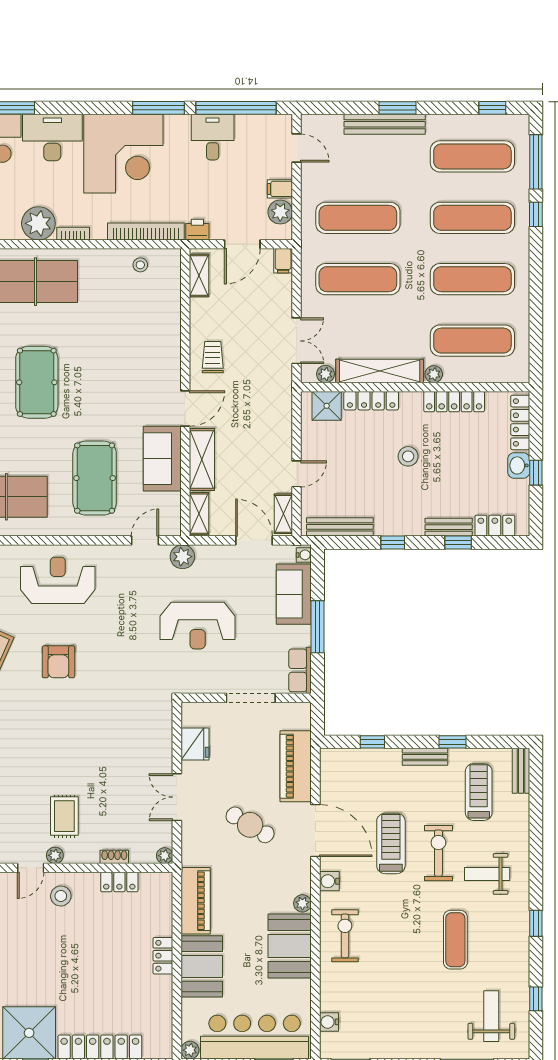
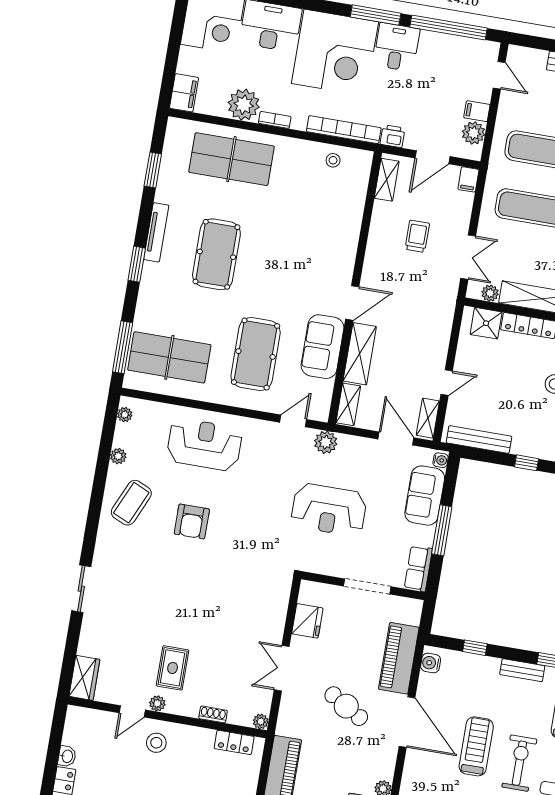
desk: (213, 137) -> (397, 47), moved
trolley: (213, 357) -> (417, 236), moved
water cooler: (329, 881) -> (431, 663), moved
locker: (119, 882) -> (234, 742), moved

